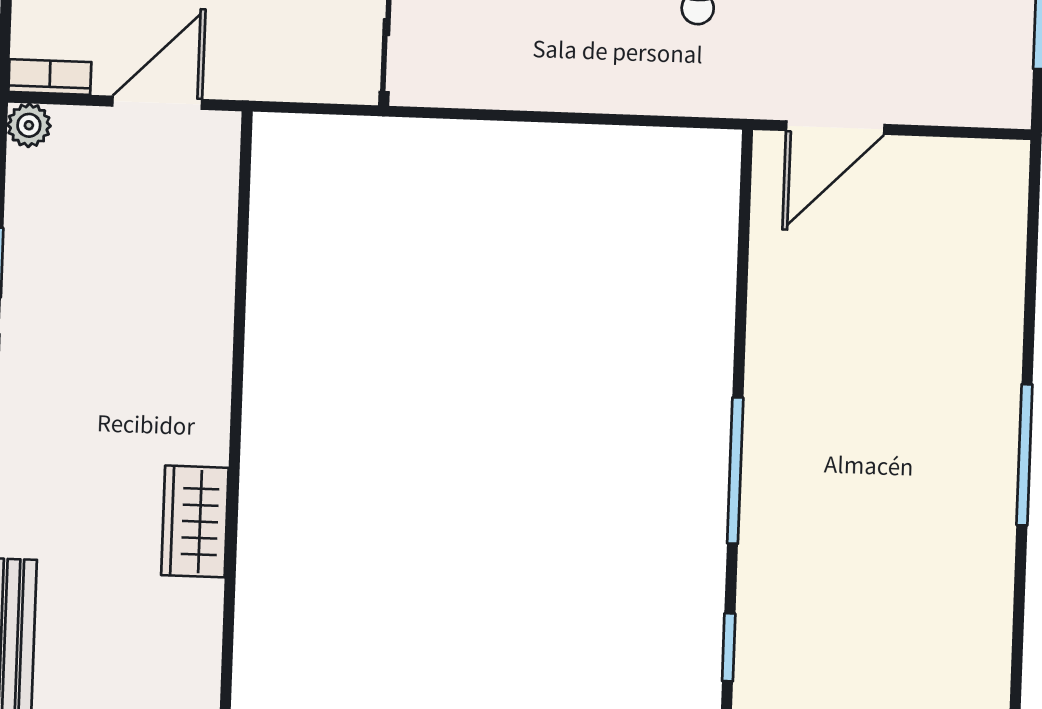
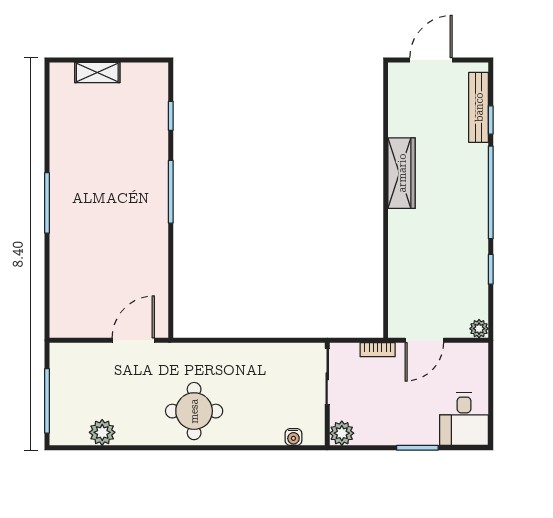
bookcase: (50, 77) -> (378, 350), moved
wardrobe: (195, 521) -> (402, 173), width x1.50

